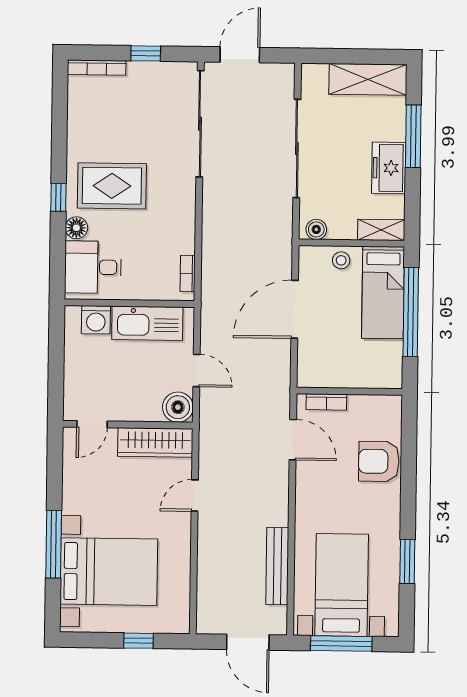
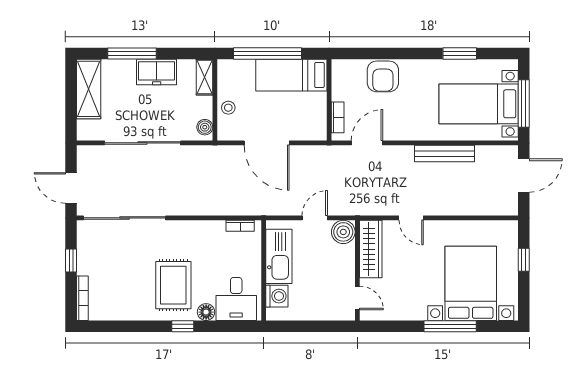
bed: (383, 293) -> (291, 75), moved, turned 180
bench: (277, 566) -> (444, 154), moved

